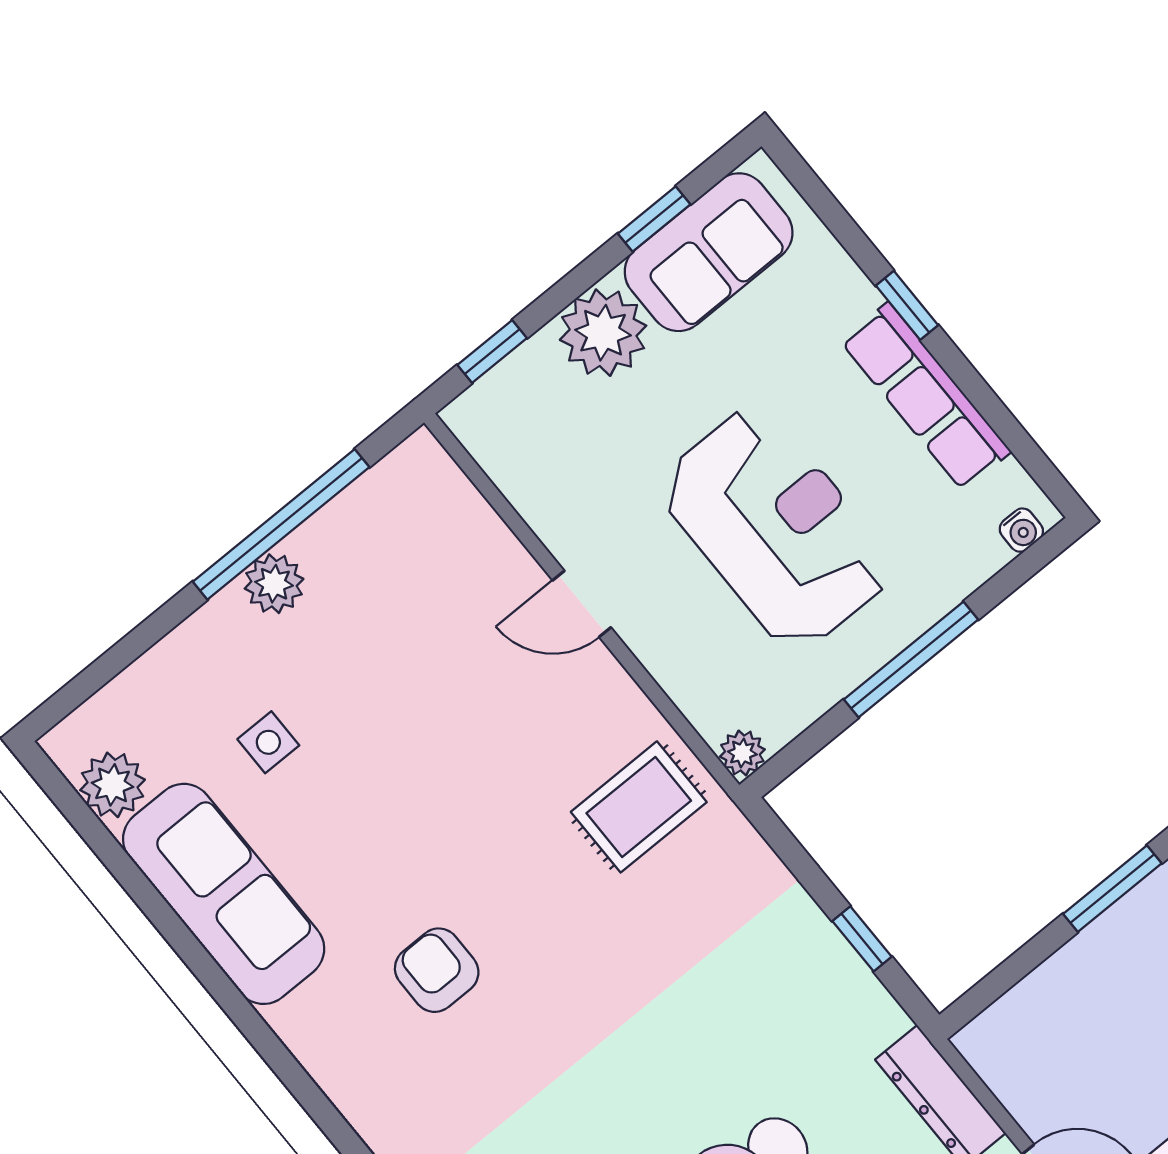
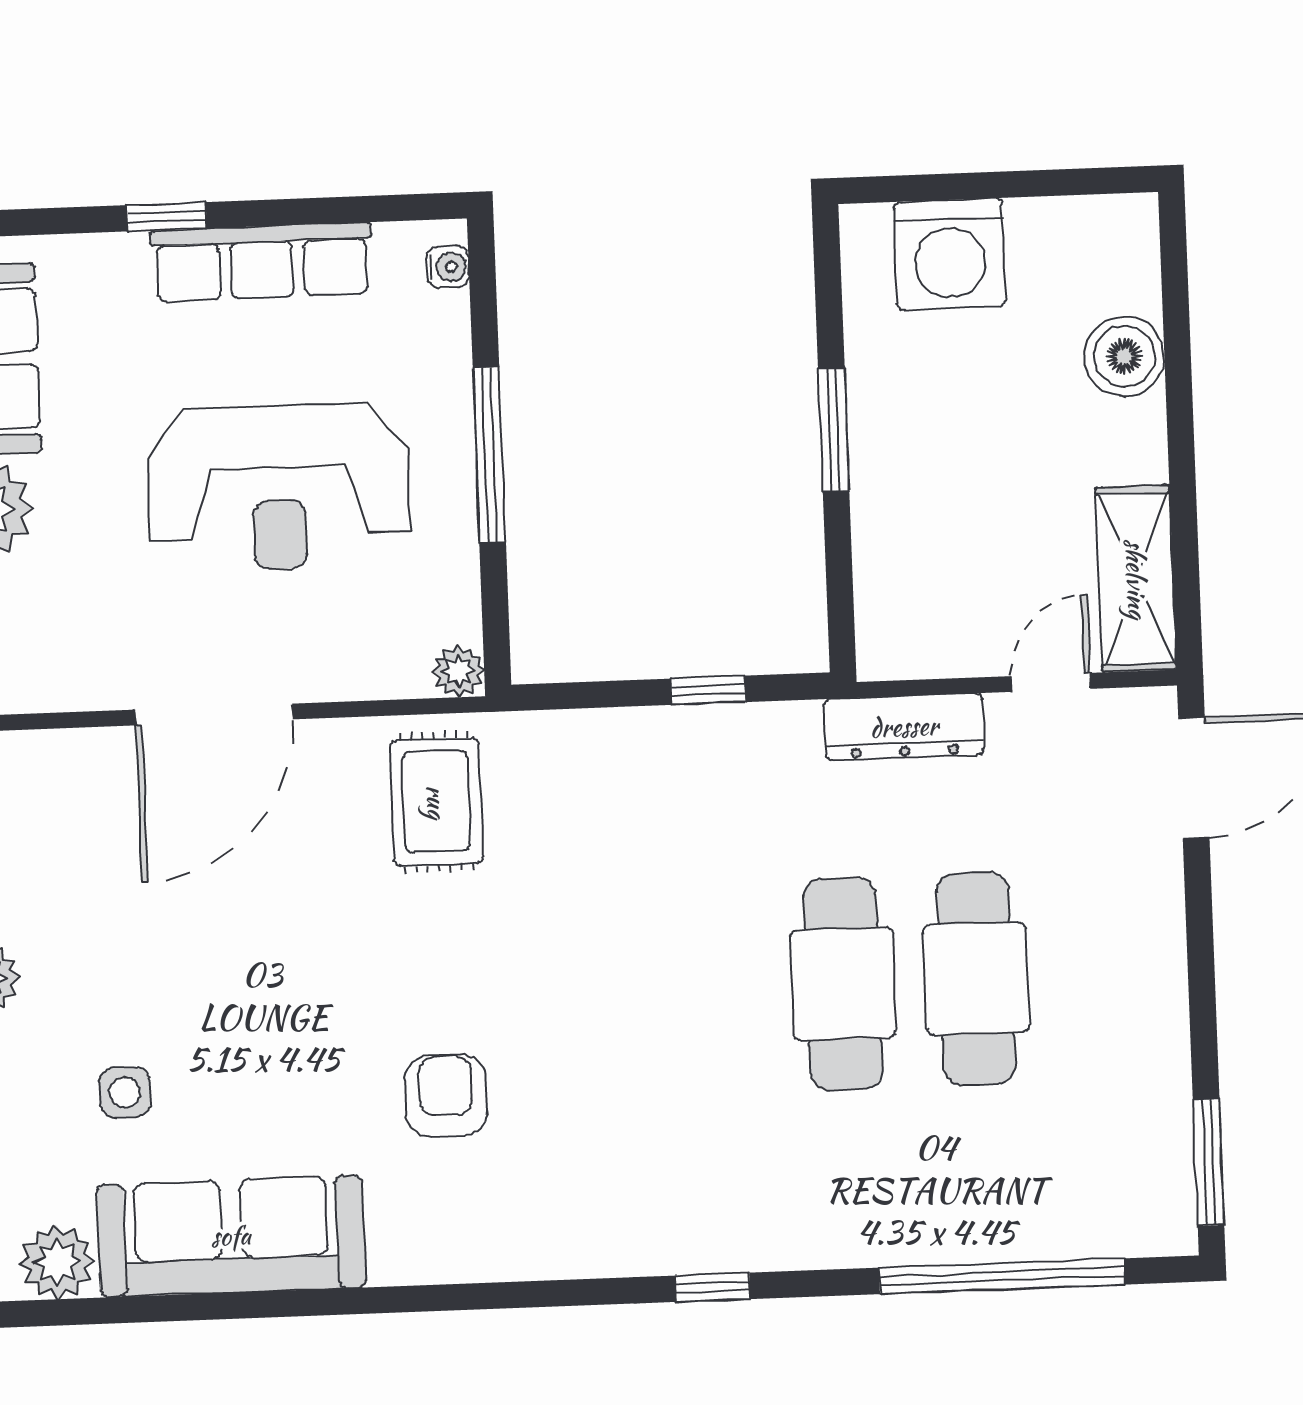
reception desk: (776, 528) -> (278, 487), turned 180
door: (582, 604) -> (214, 715), width x1.88
armchair: (437, 970) -> (446, 1096), turned 90

